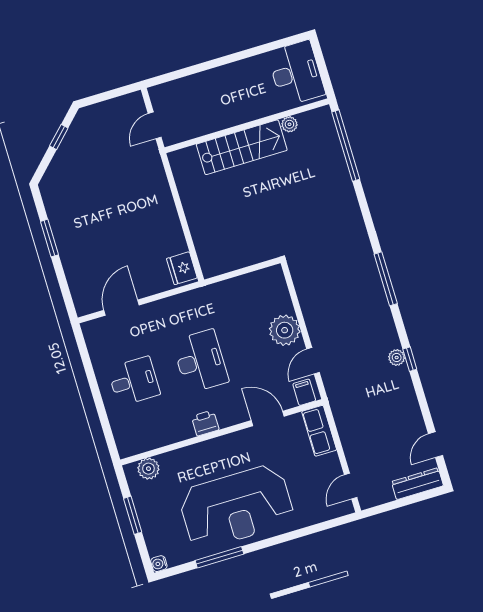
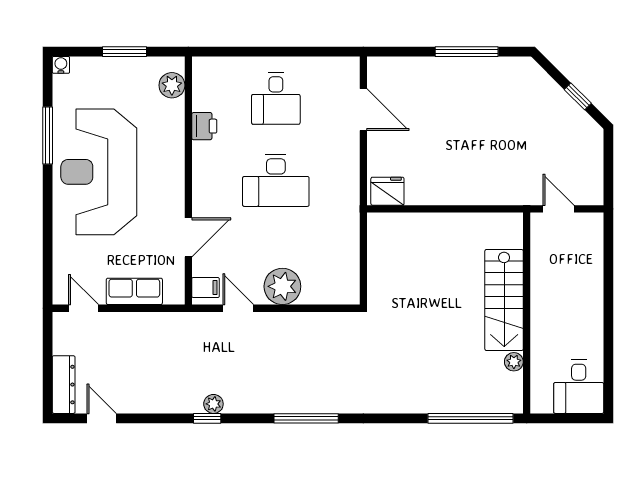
desk: (296, 73) -> (579, 387), width x0.73
window: (49, 238) -> (467, 52), width x1.44
printer: (205, 423) -> (204, 126), moved
row of seats: (319, 431) -> (134, 291), moved

